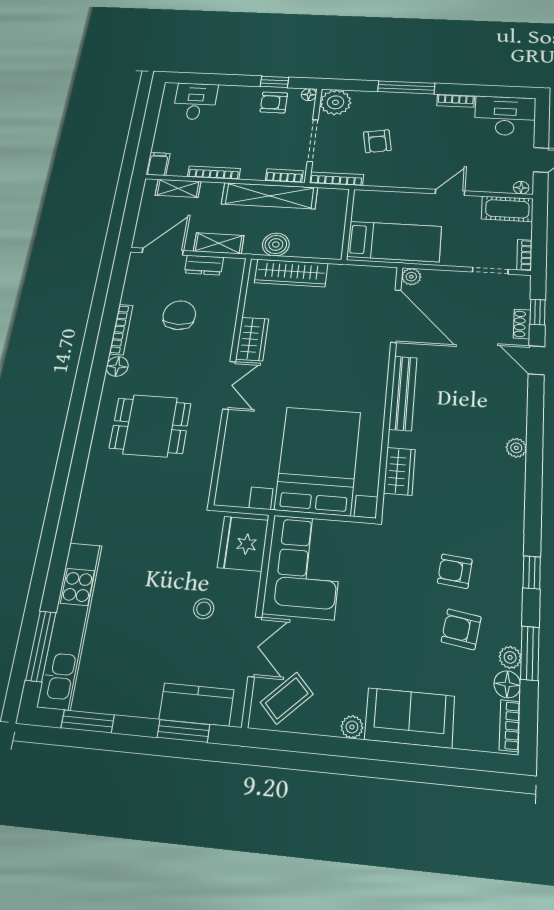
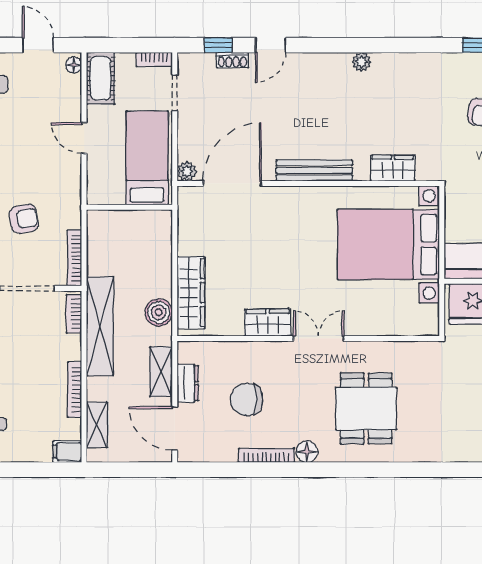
wall: (348, 224) -> (129, 207), moved
bed: (394, 241) -> (147, 158), moved

